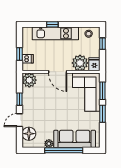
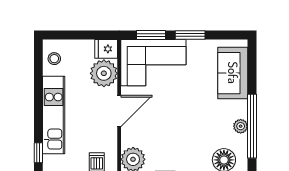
window: (52, 24) -> (38, 153), moved
window: (102, 44) -> (71, 35), removed
sofa: (75, 139) -> (233, 73), width x0.73
window: (64, 150) -> (252, 126), moved

